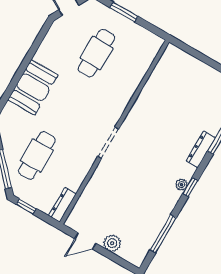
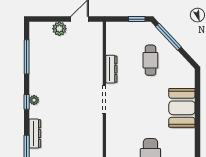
cafe table: (37, 156) -> (150, 60), width x0.73, depth x0.74
dresser: (62, 205) -> (111, 69), moved

